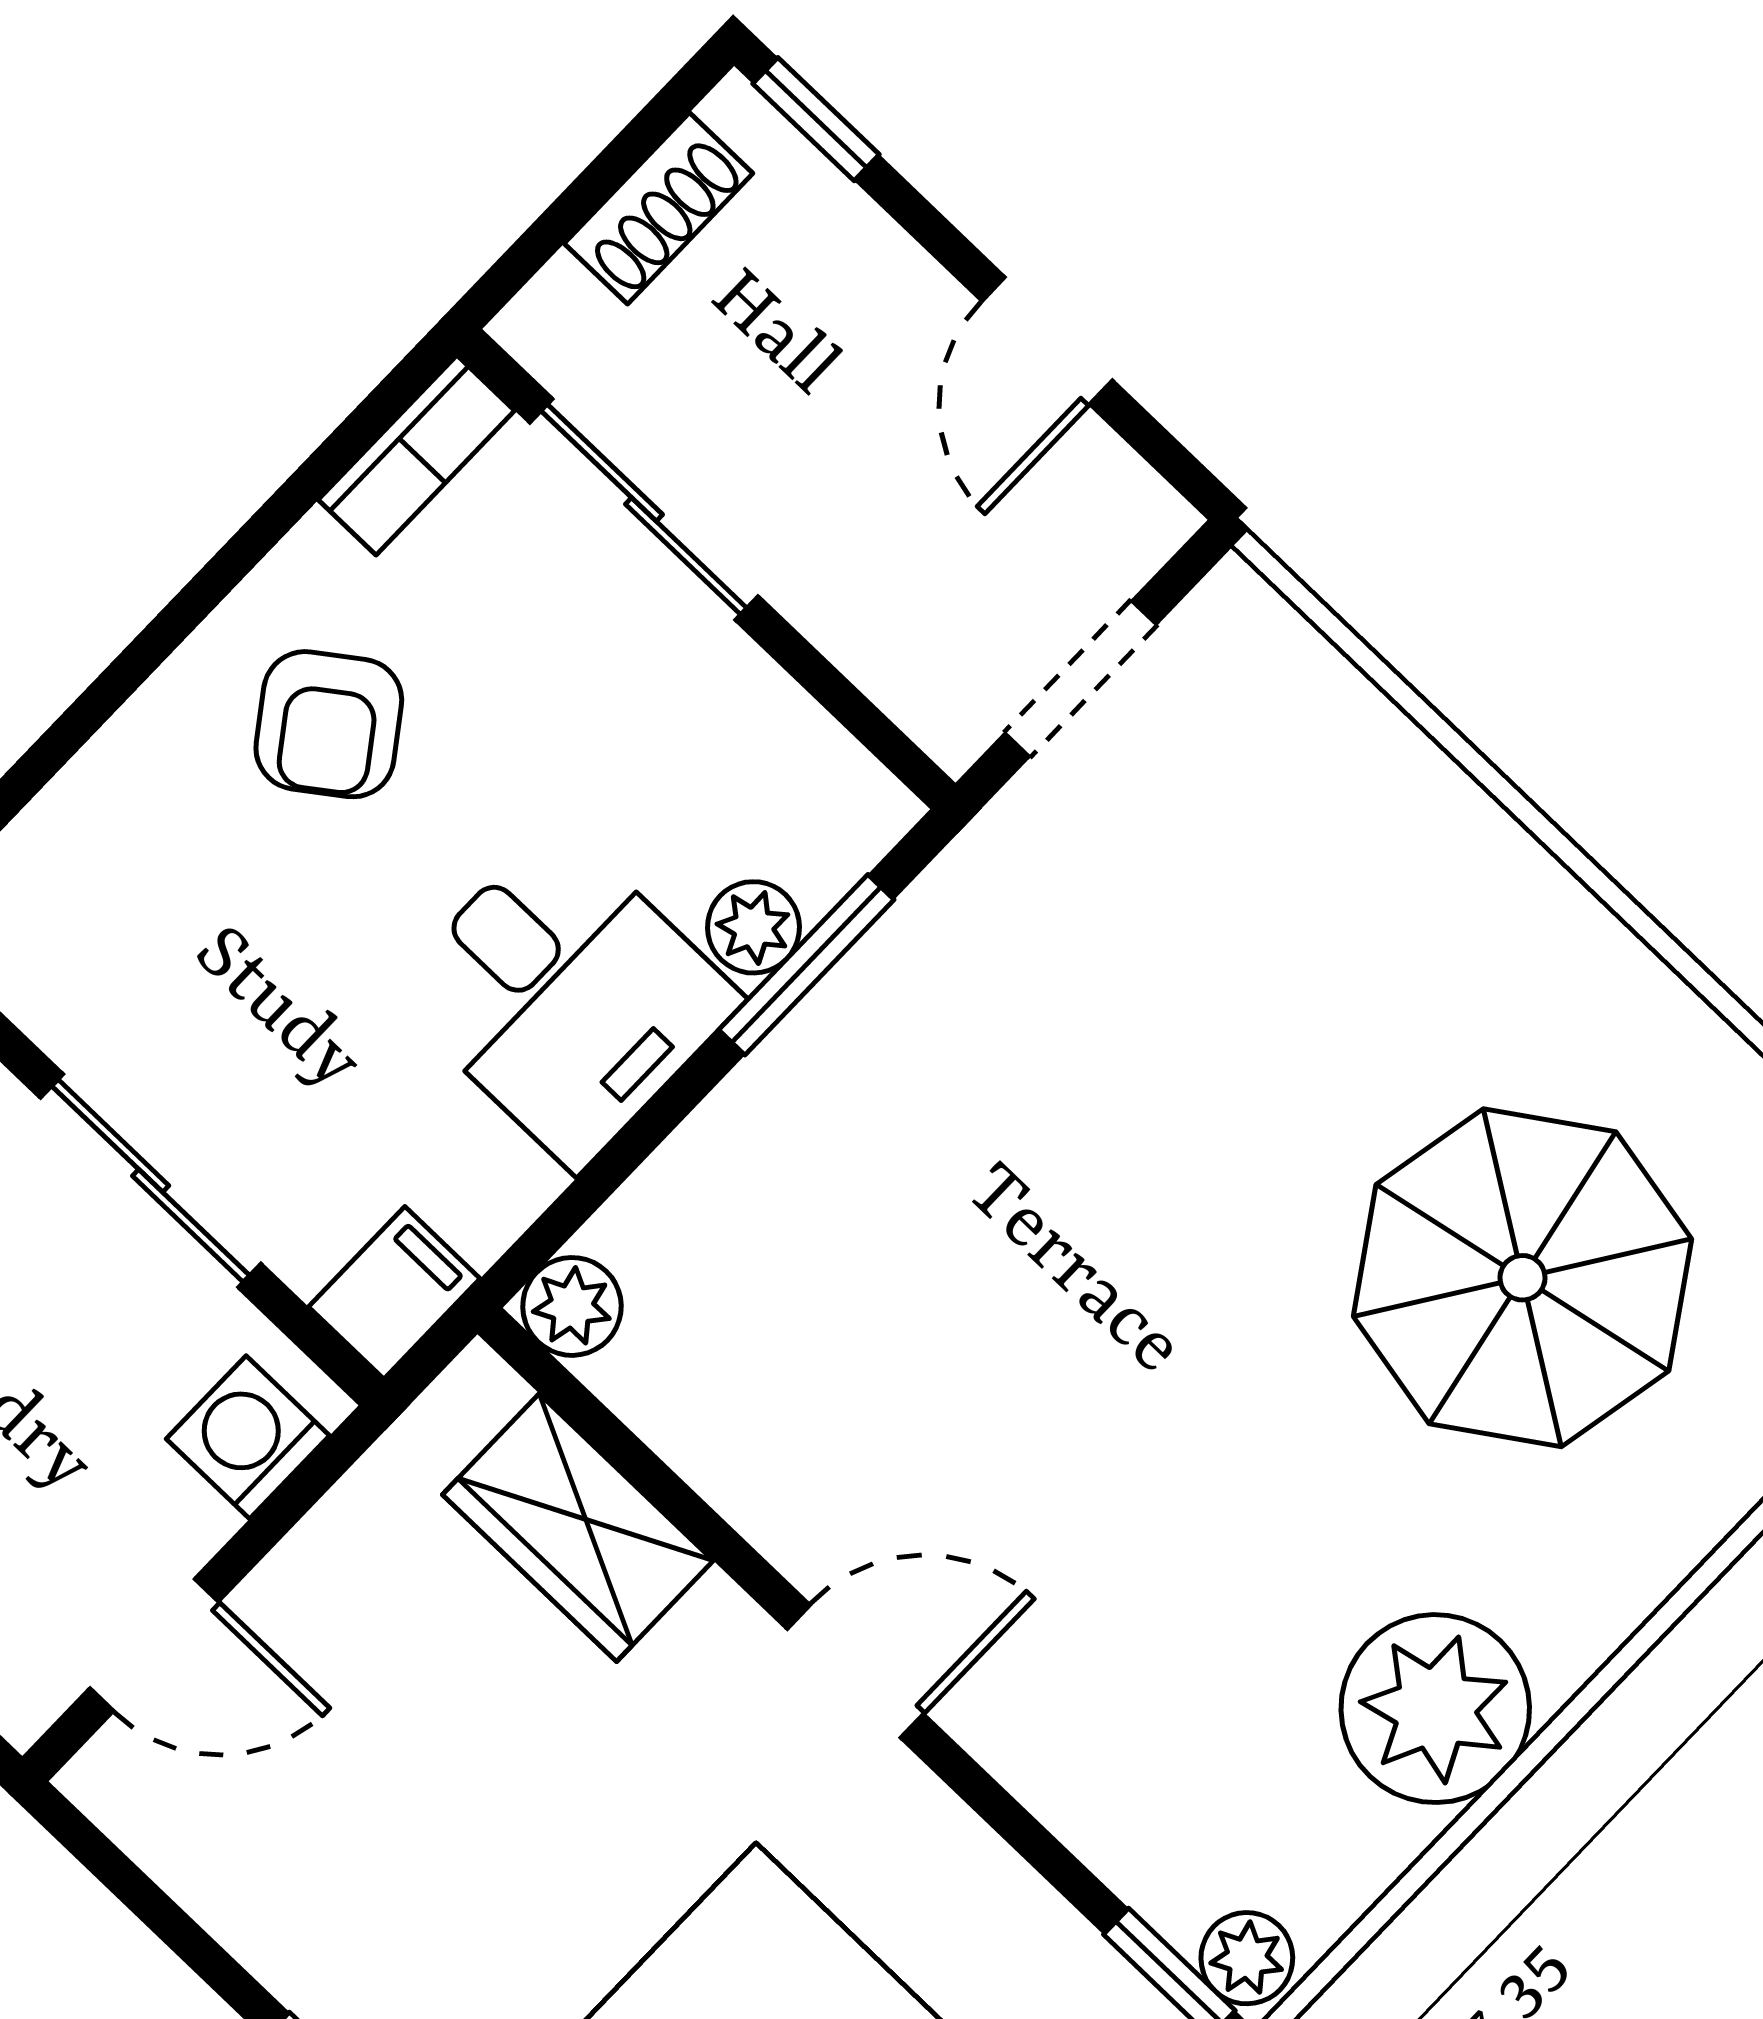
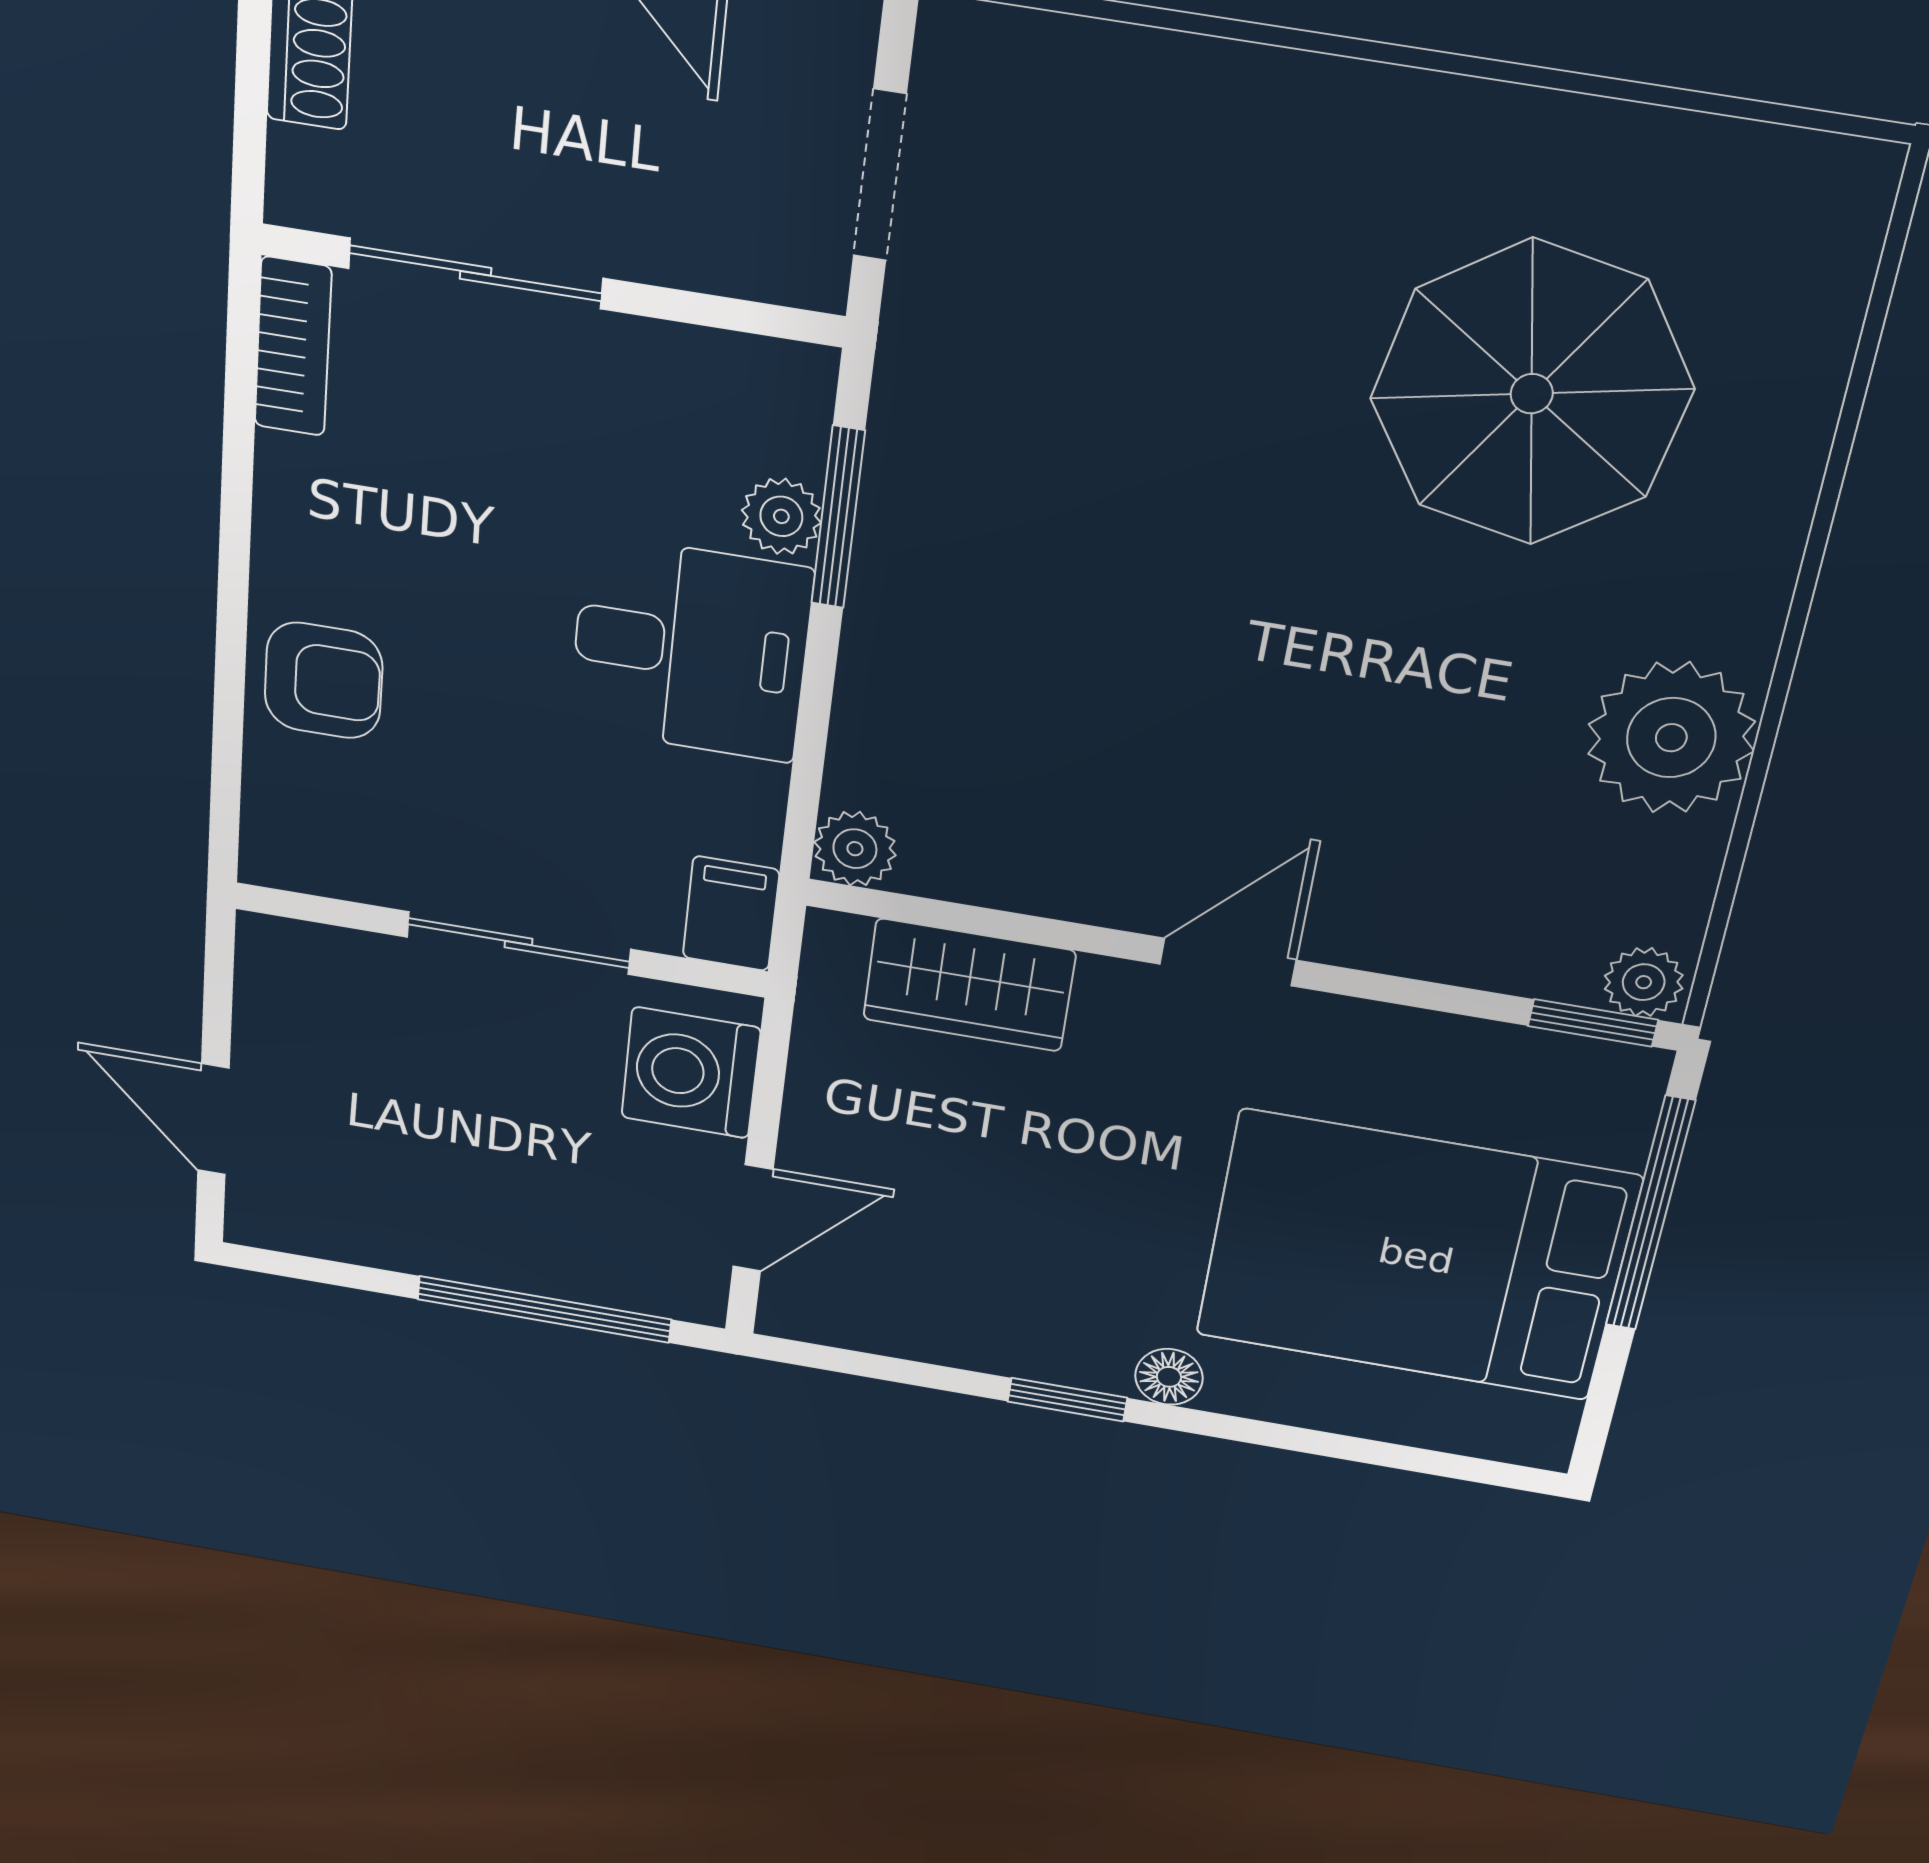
armchair: (329, 724) -> (324, 681), moved, turned -54
washing machine: (248, 1437) -> (691, 1073), width x1.38, depth x1.38

